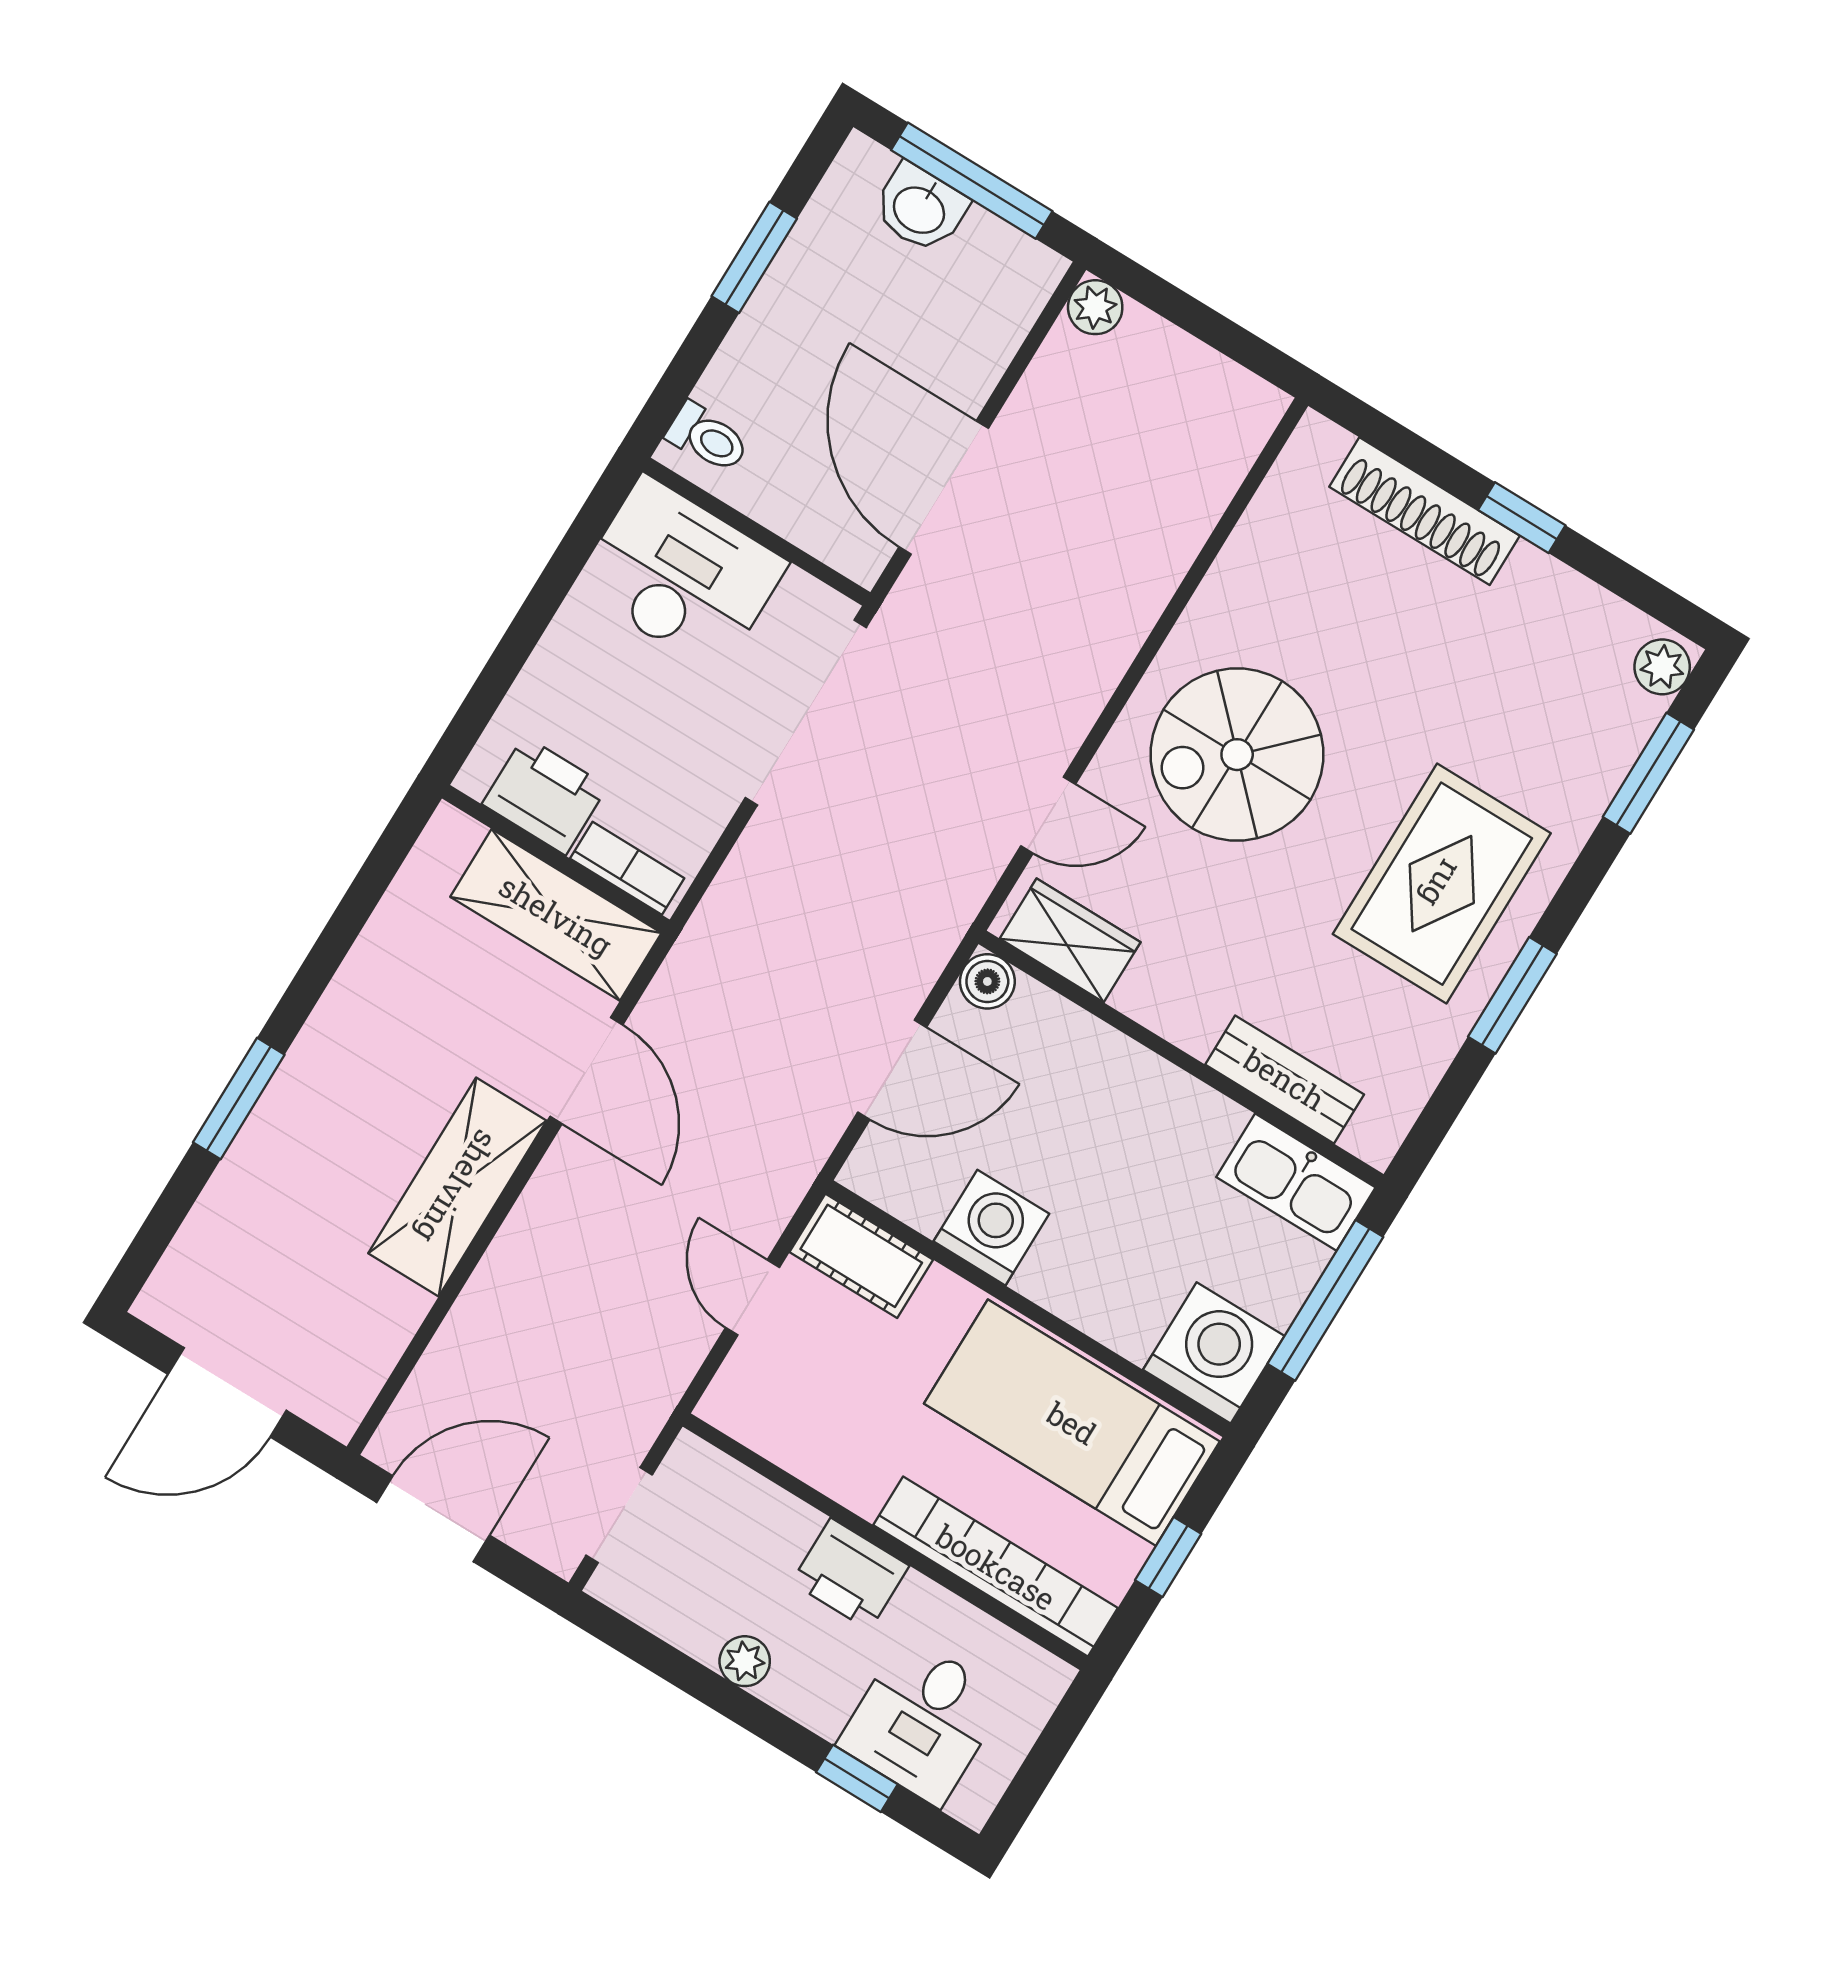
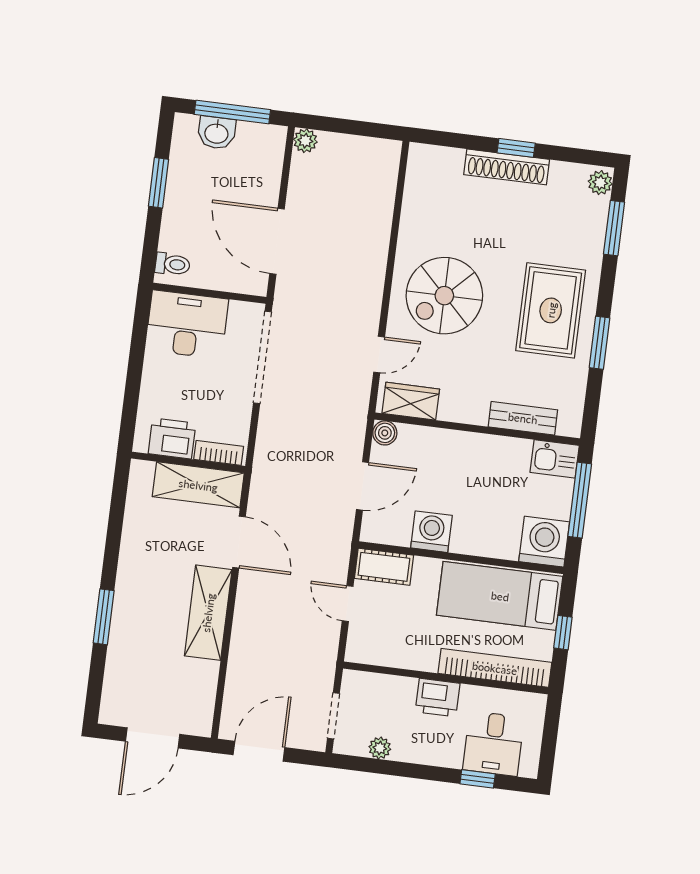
shoe rack: (1424, 511) -> (507, 167), moved
kitchen sink: (1296, 1182) -> (555, 459), width x0.73
plant: (745, 1661) -> (380, 748), moved

